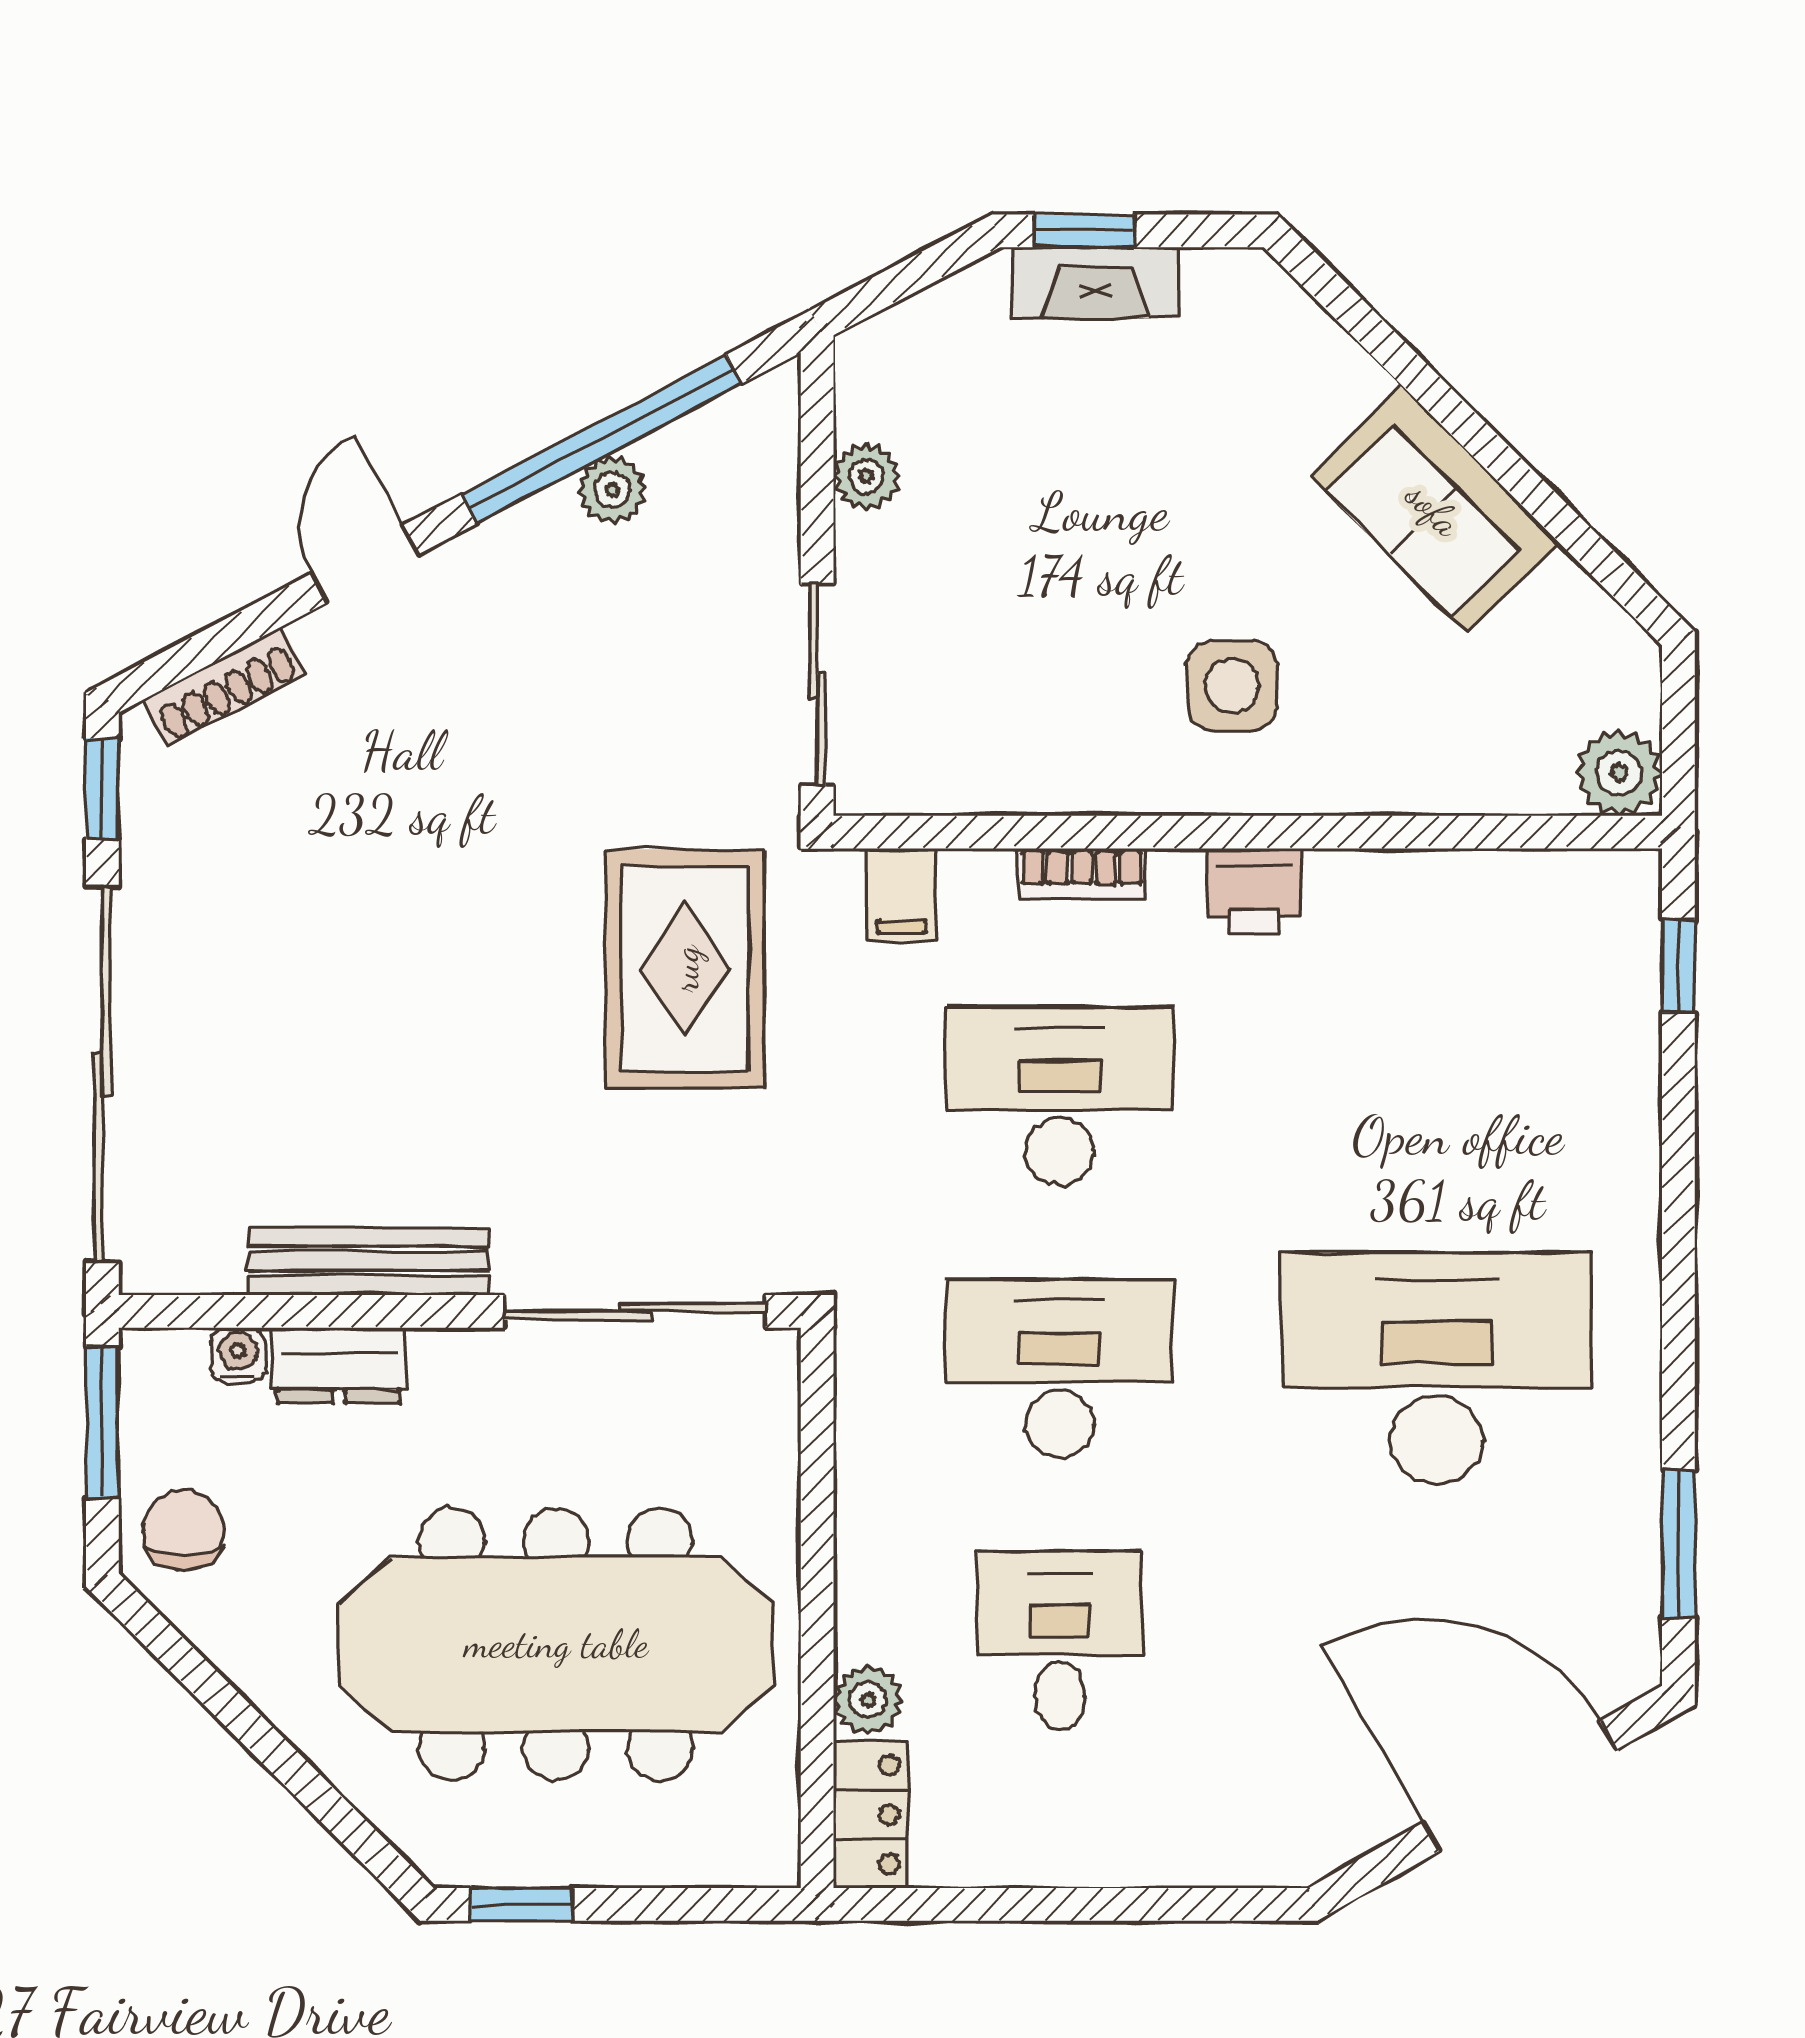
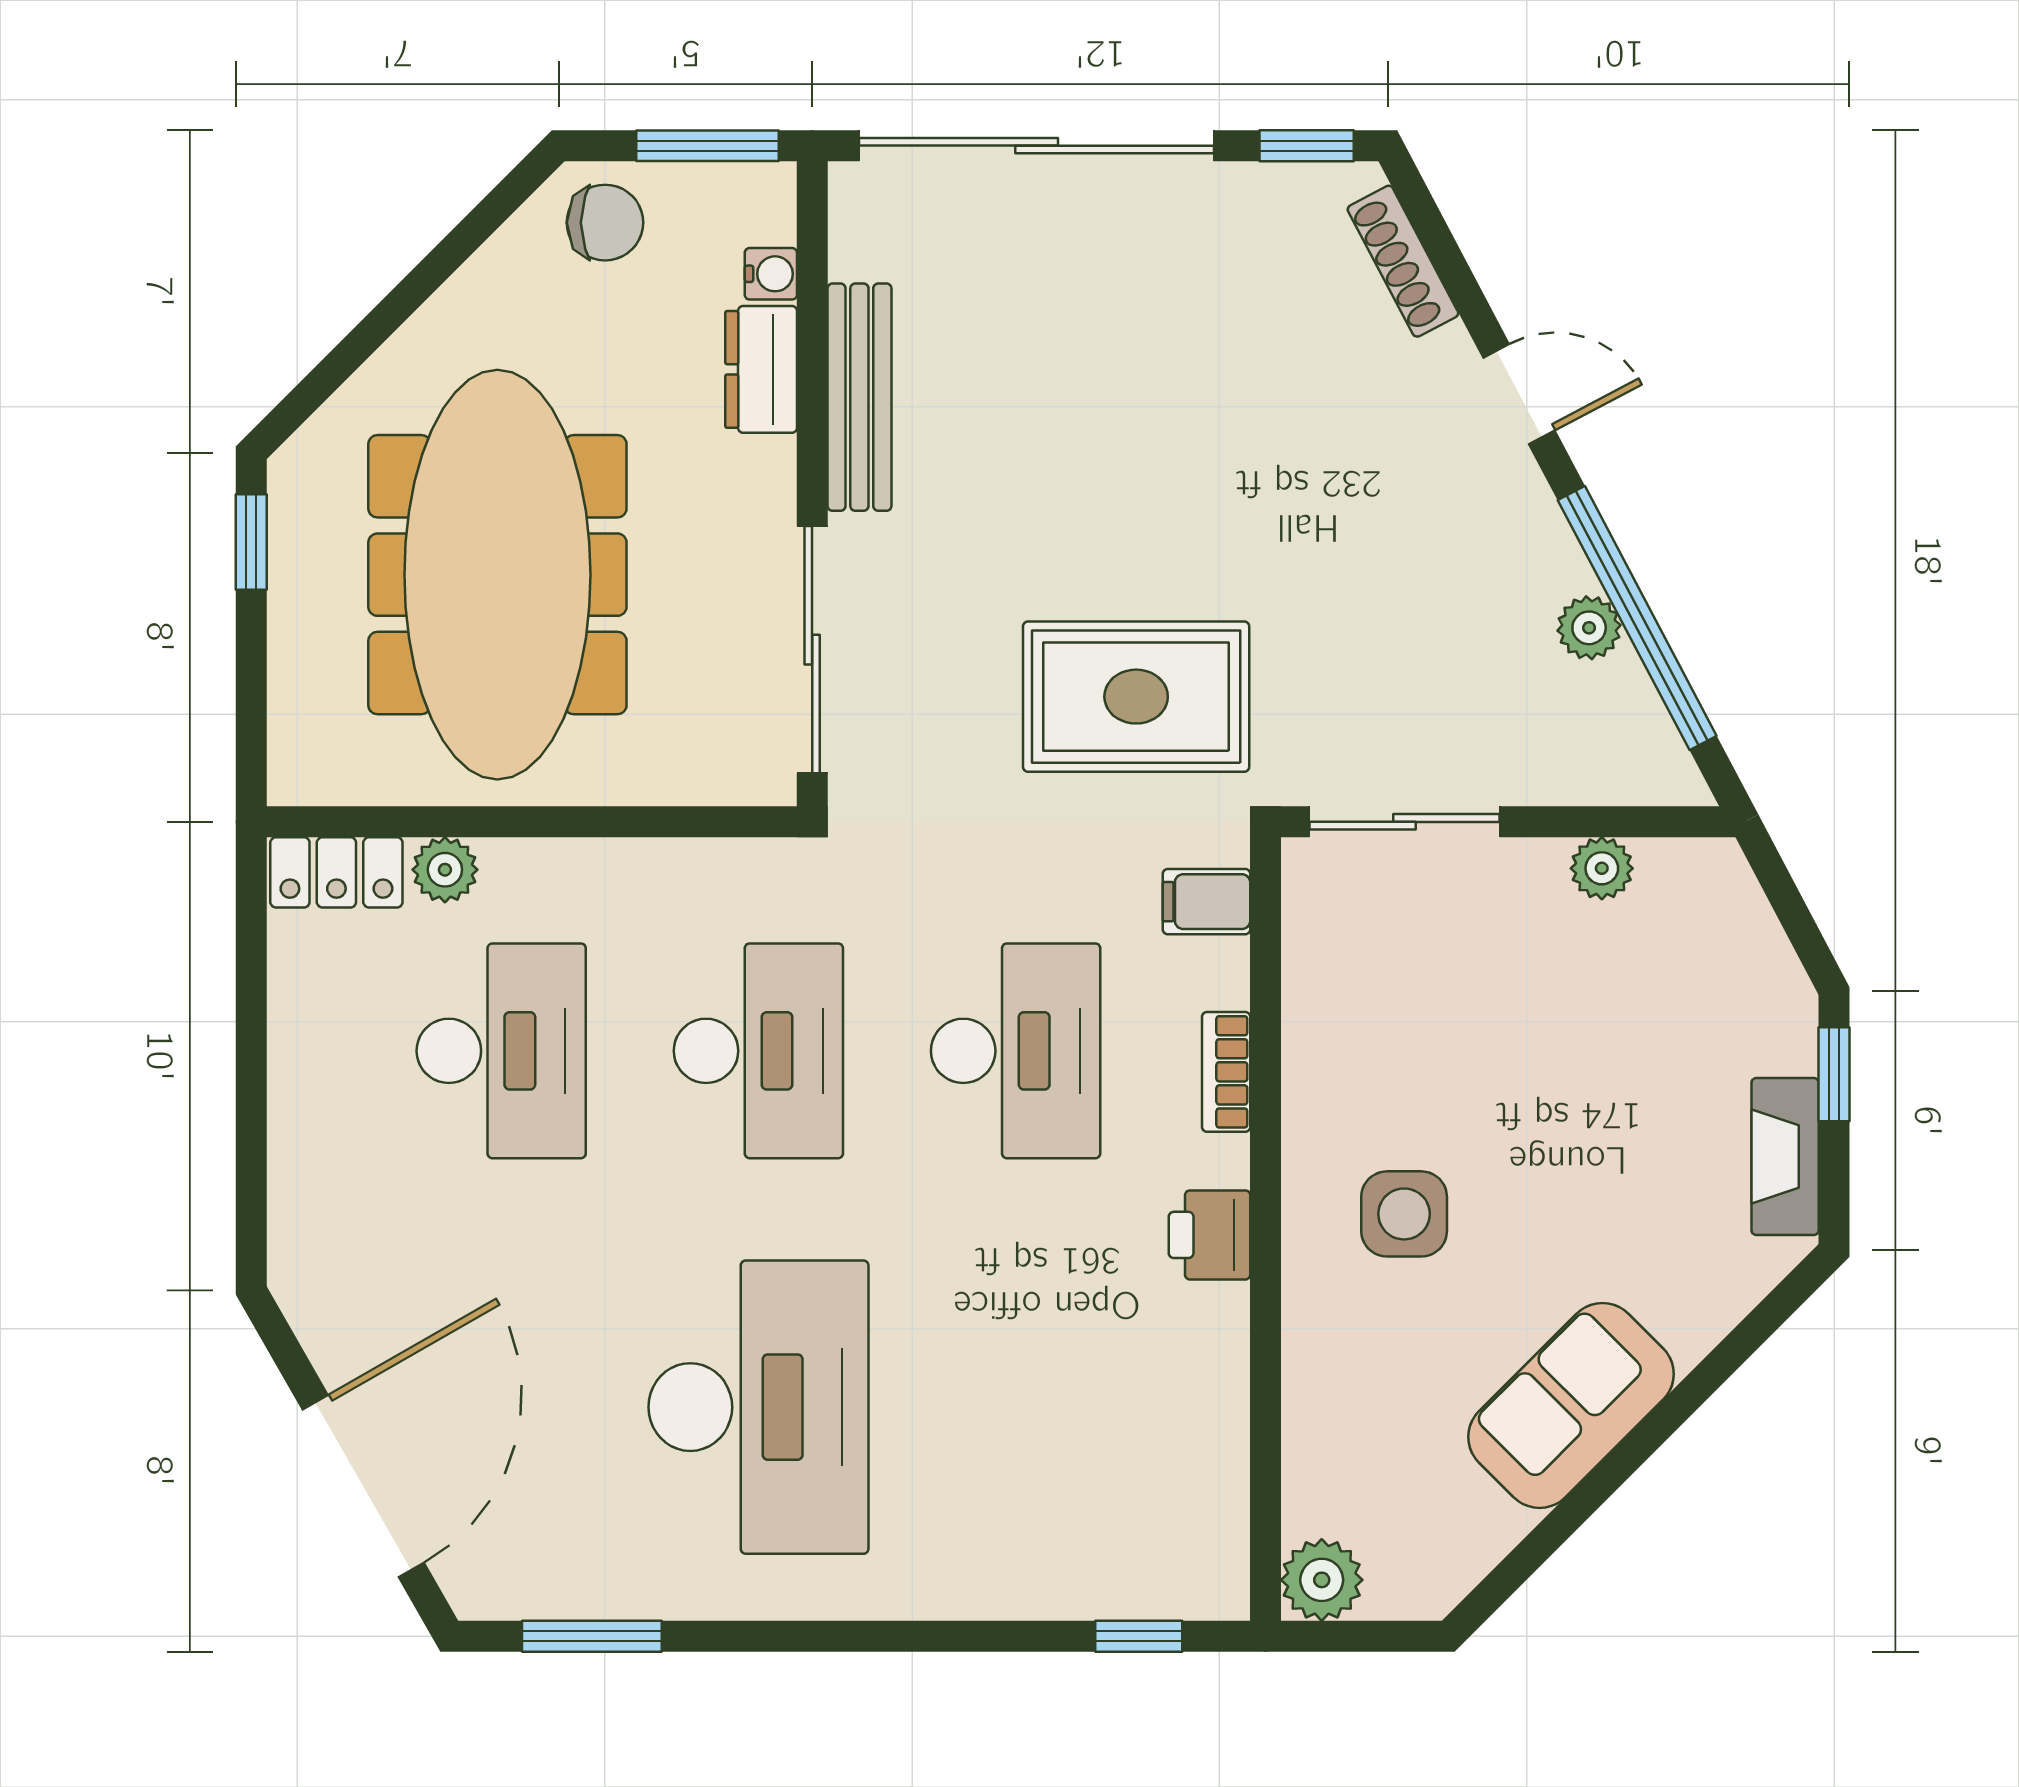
fireplace: (1096, 283) -> (1785, 1156), moved
desk: (1059, 1640) -> (501, 1051), width x1.37

